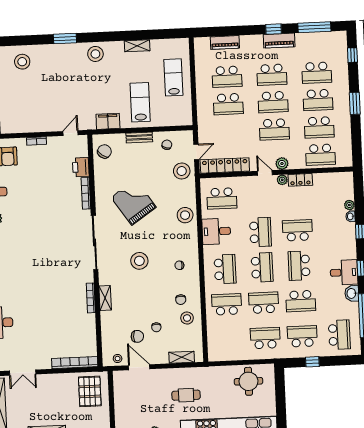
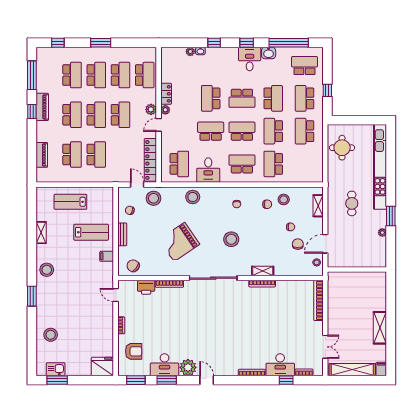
lab bench: (140, 102) -> (91, 232), turned 180
filing cabinet: (108, 121) -> (107, 256), width x0.50
pallet: (90, 391) -> (345, 288), removed

